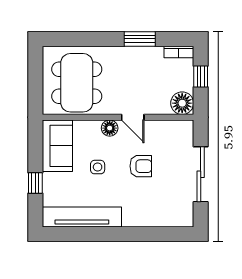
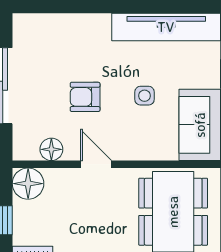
floor lamp: (110, 128) -> (51, 149), moved

